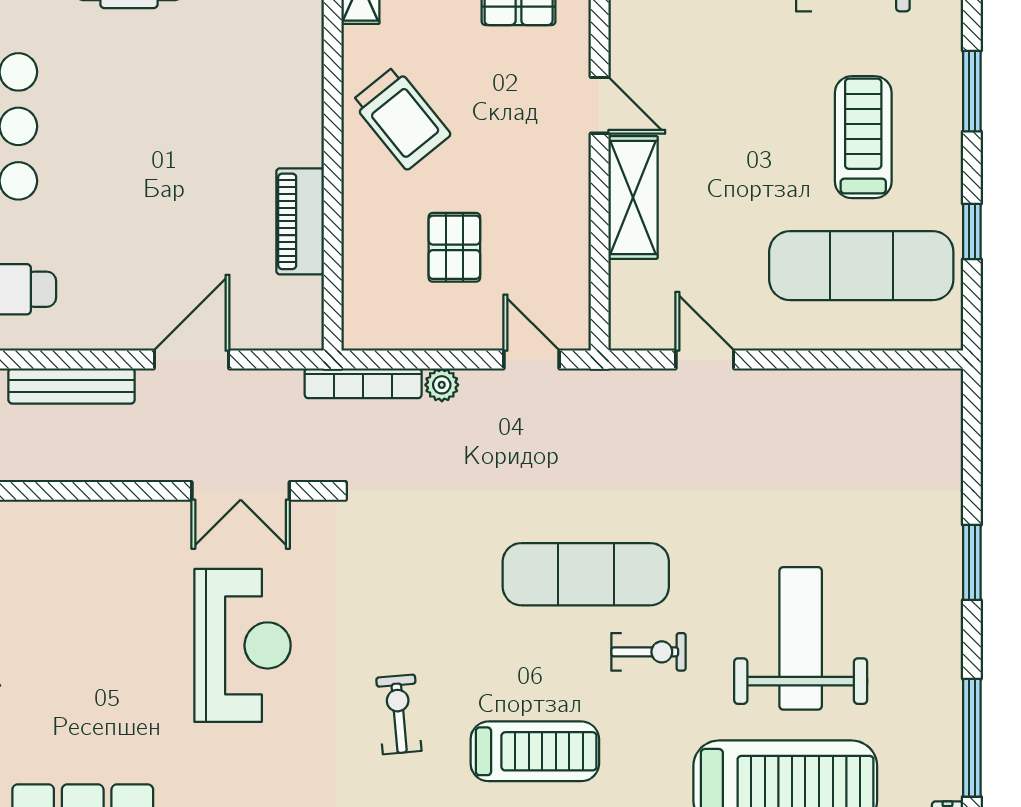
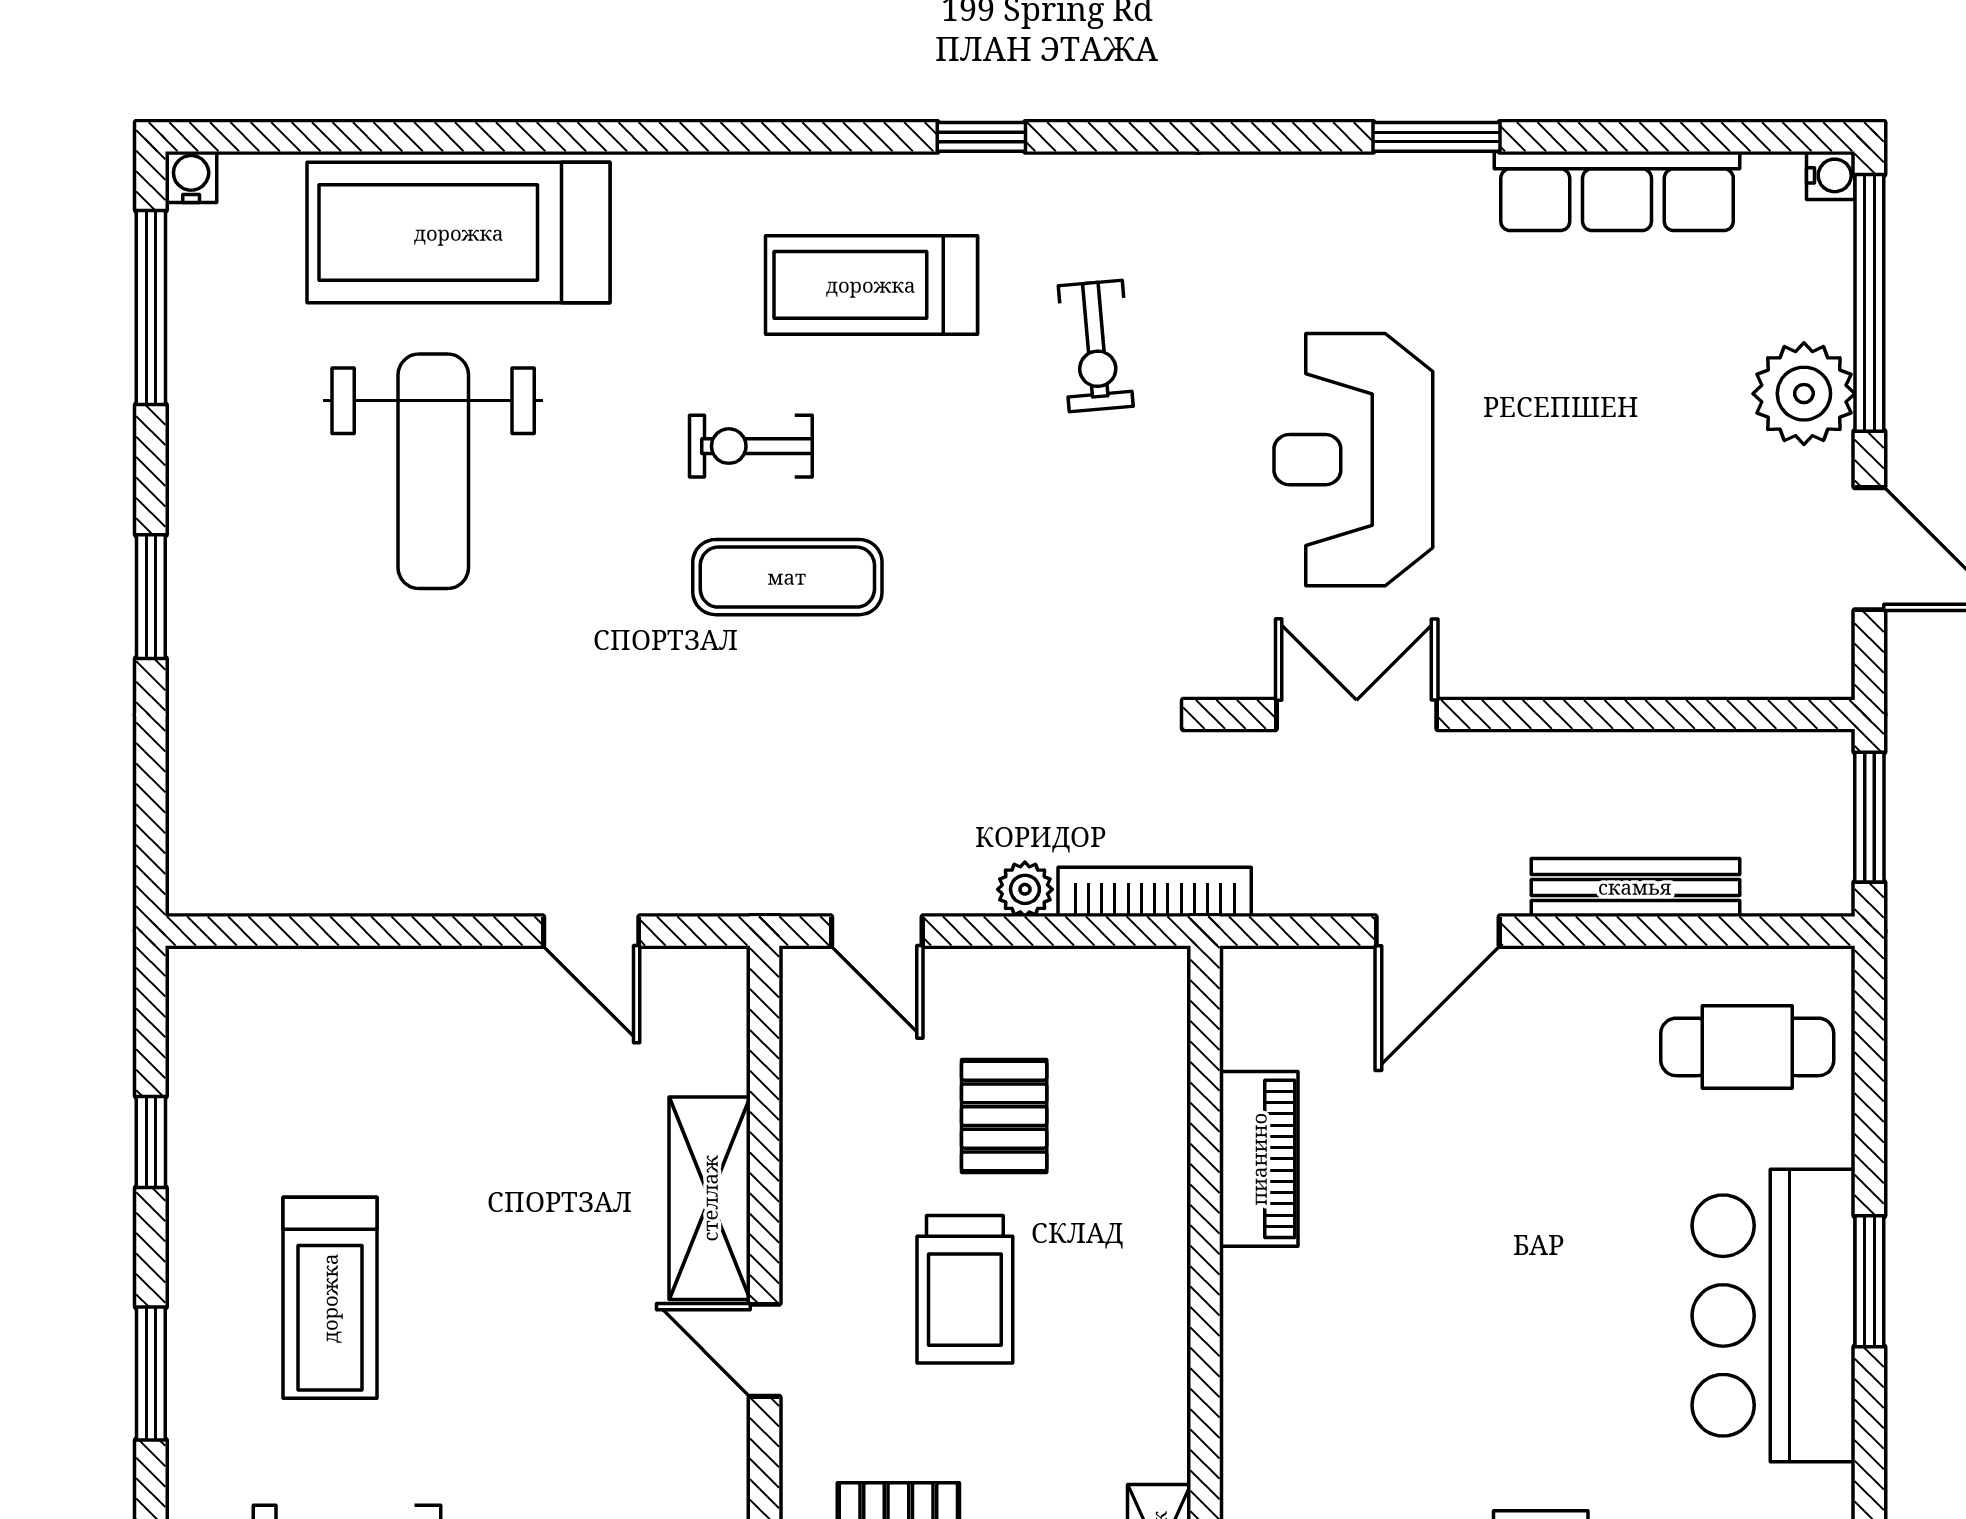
trolley: (401, 118) -> (965, 1289), moved, turned -141
exercise mat: (861, 266) -> (333, 1086), removed
exercise mat: (586, 574) -> (787, 577), width x0.73, depth x0.69
exercise bike: (648, 652) -> (751, 446), moved

